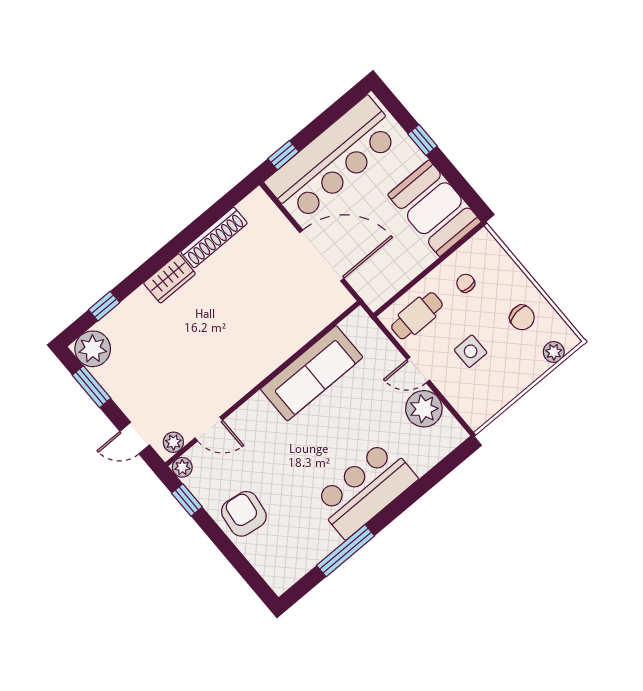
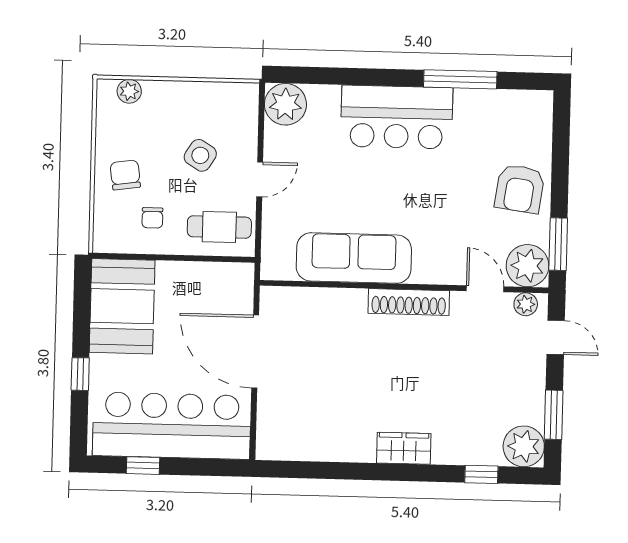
window: (283, 155) -> (143, 466), moved
shoe rack: (214, 238) -> (409, 302), moved, turned 180
chair: (522, 318) -> (125, 175), moved
side table: (471, 351) -> (200, 155), turned 32
door: (418, 370) -> (260, 179), hinge flipped
plant: (424, 409) -> (285, 104), moved
plant: (182, 467) -> (527, 266), width x1.87, depth x1.87
window: (187, 500) -> (558, 244), width x1.50

